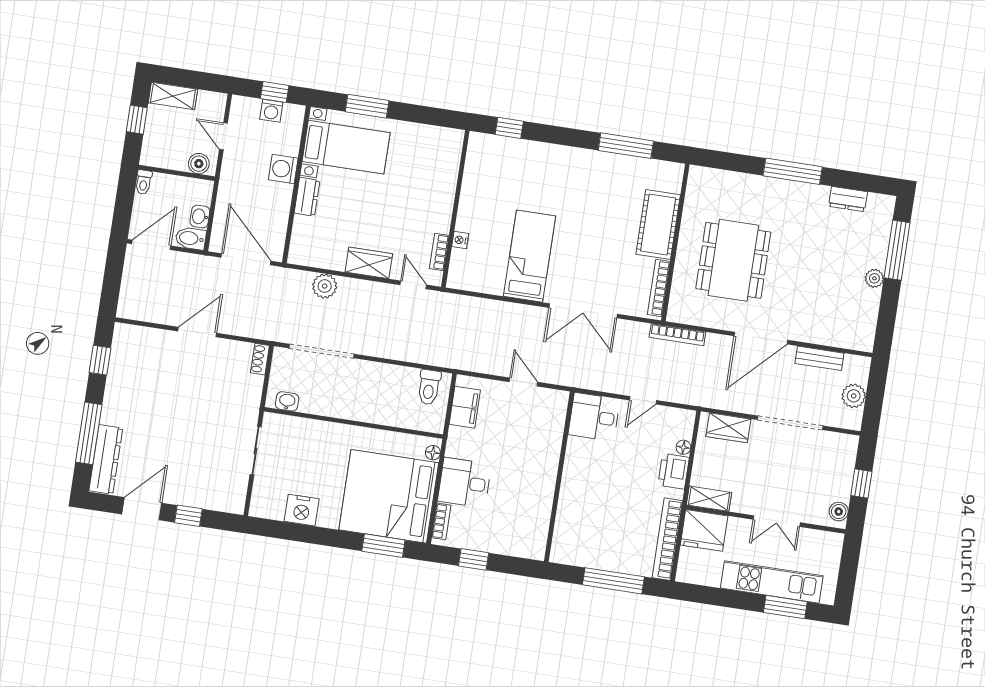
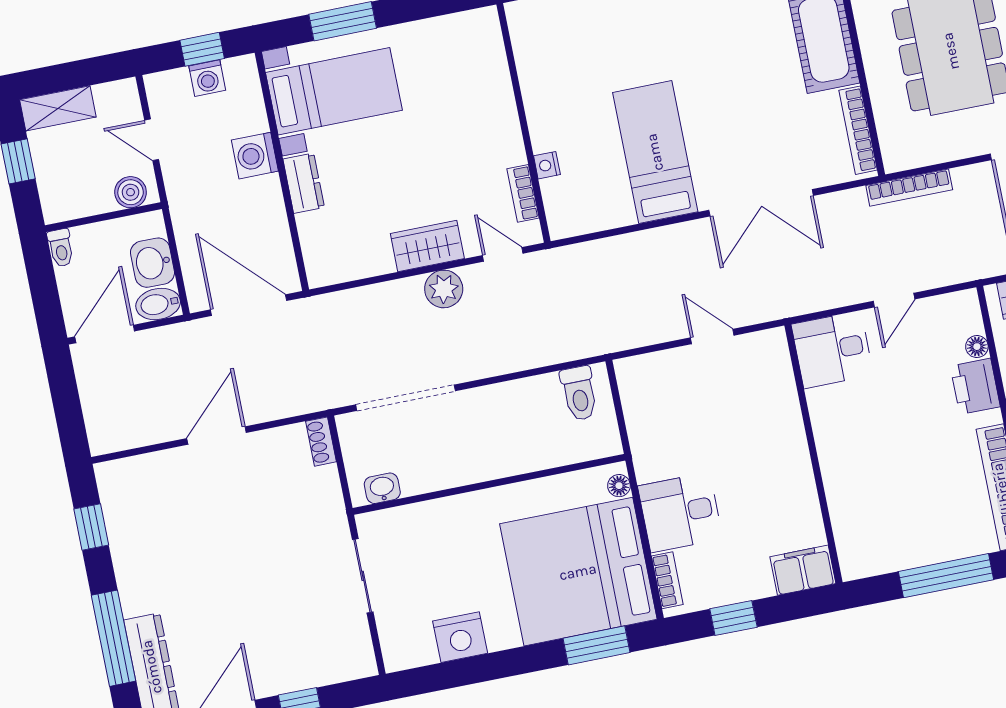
washbasin: (200, 217) -> (152, 263), width x1.38, depth x1.45
plant: (325, 286) -> (444, 289), moved
filing cabinet: (465, 407) -> (803, 570), moved, turned -90

